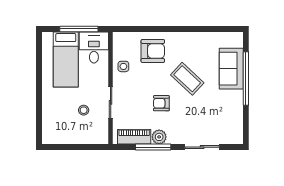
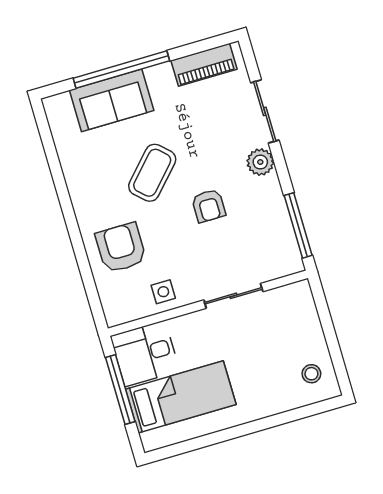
stool: (84, 110) -> (311, 374), moved
piano: (134, 137) -> (204, 65), moved, turned -90
plant: (159, 137) -> (260, 162), moved
window: (153, 147) -> (298, 225), moved

